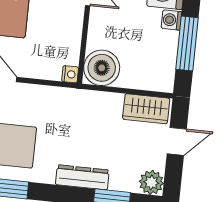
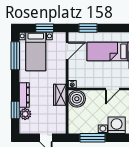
wardrobe: (146, 109) -> (60, 95), moved
plant: (151, 182) -> (25, 114), moved

